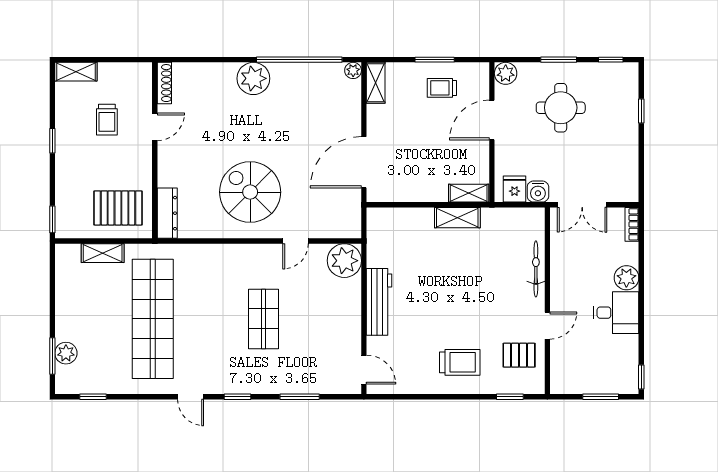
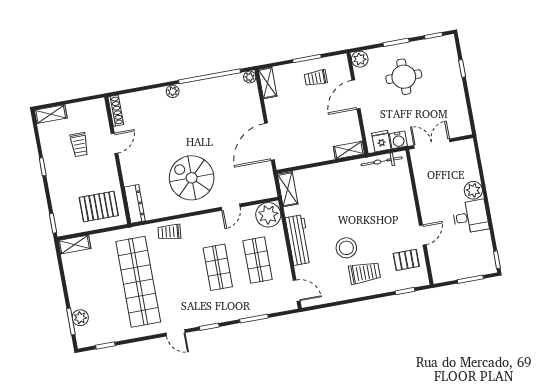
plant: (253, 78) -> (173, 91), width x0.53, depth x0.53
double door: (582, 205) -> (432, 144), swing flipped
shelving: (457, 218) -> (288, 189), moved, turned 90
bookcase: (632, 224) -> (470, 151), removed
shelving: (103, 253) -> (74, 244), moved
trolley: (207, 260) -> (169, 232), added
bicycle: (536, 269) -> (382, 161), moved, turned -90
shop shelf: (319, 319) -> (258, 260), added
stool: (441, 324) -> (346, 248), added

